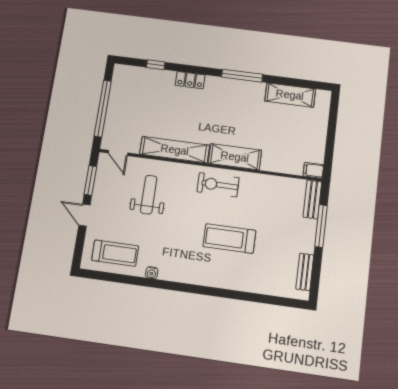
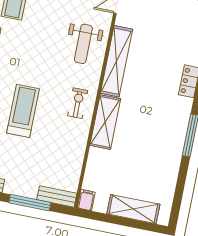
shelving: (290, 95) -> (133, 209), moved, turned 90
exercise bike: (218, 185) -> (78, 103), width x0.73, depth x0.72
weight bench: (149, 195) -> (83, 44), moved, turned 90

